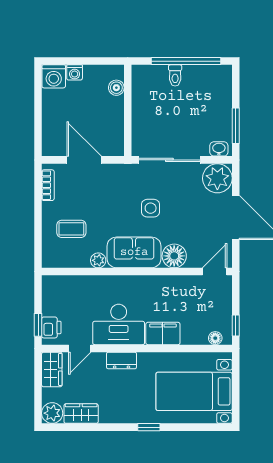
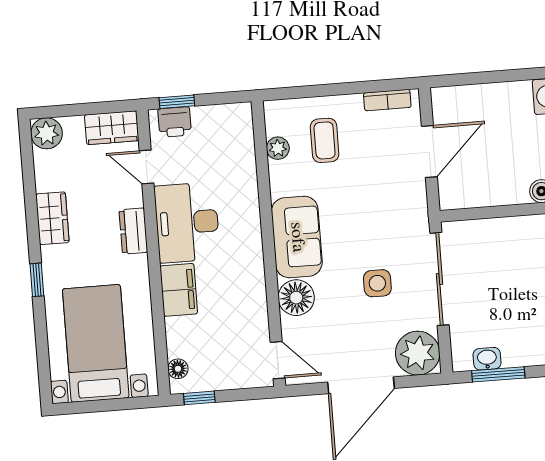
washbasin: (219, 149) -> (487, 359), moved, turned -90
side table: (151, 208) -> (377, 283), moved
plant: (98, 260) -> (278, 148), moved
wardrobe: (81, 414) -> (52, 218), moved

